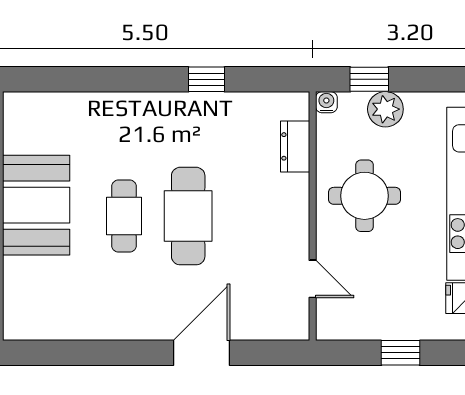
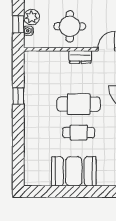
water cooler: (326, 102) -> (28, 31), moved
dresser: (295, 146) -> (80, 57), moved

